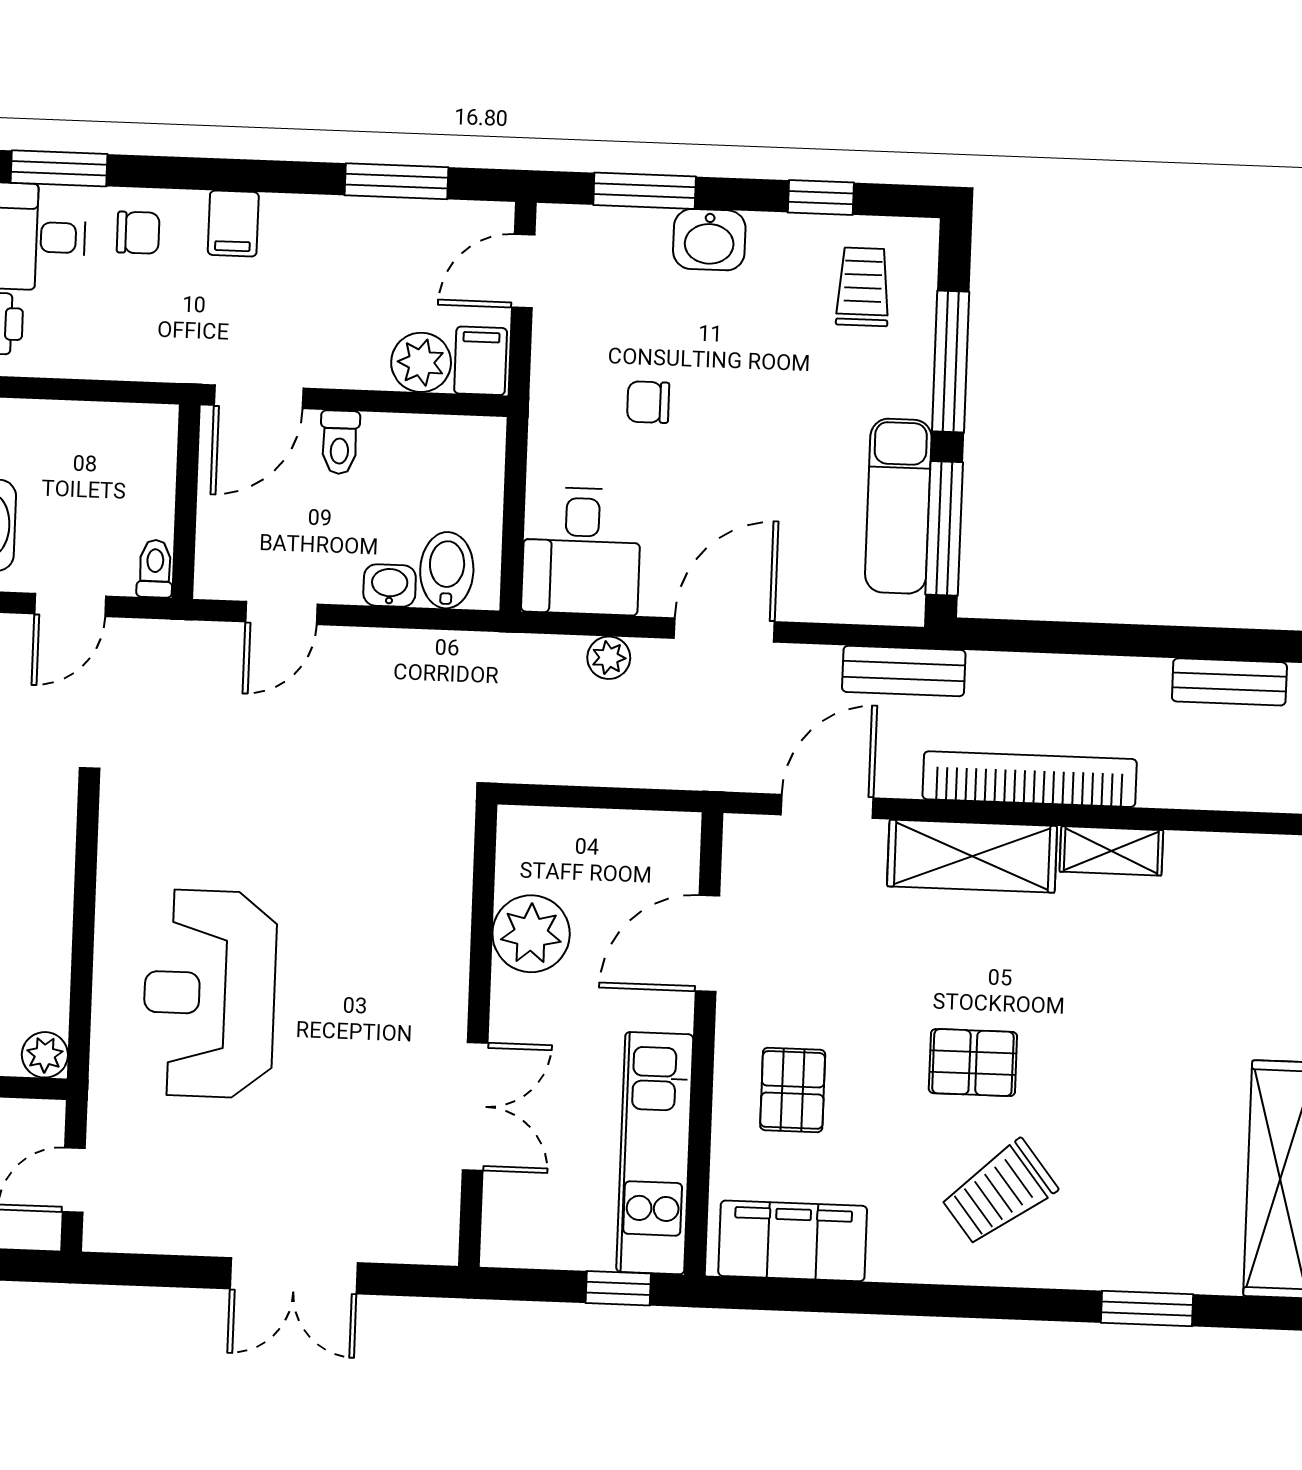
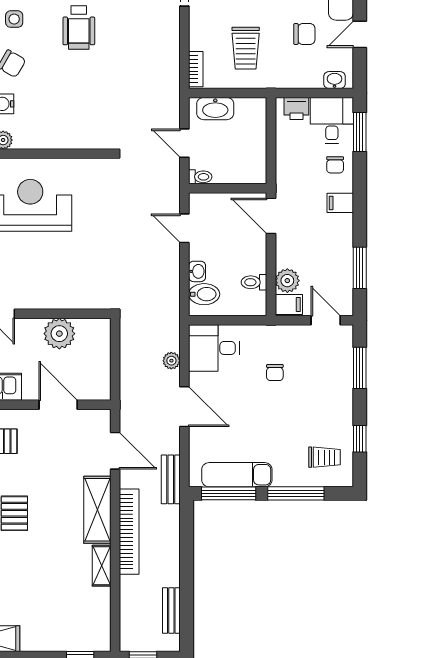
washbasin: (709, 240) -> (341, 395), removed
chair: (648, 402) -> (275, 373), turned 180
toilet: (340, 442) -> (254, 282), moved

